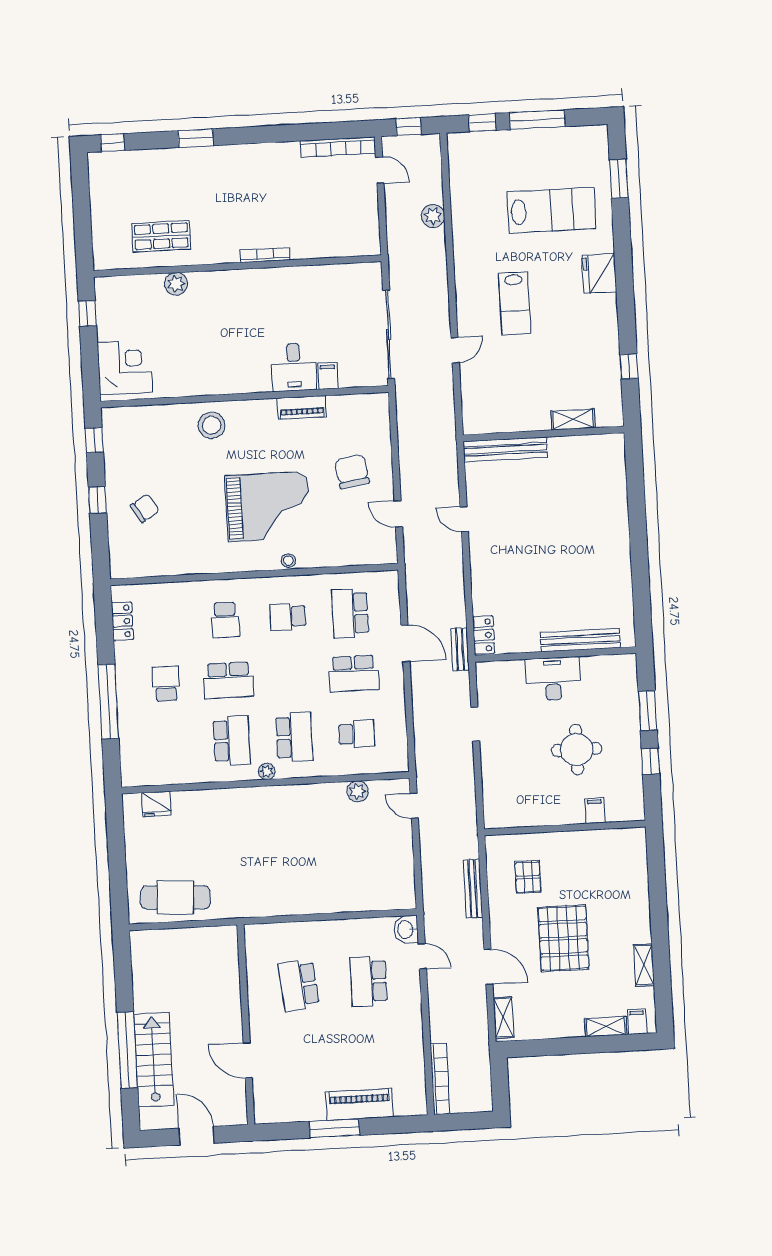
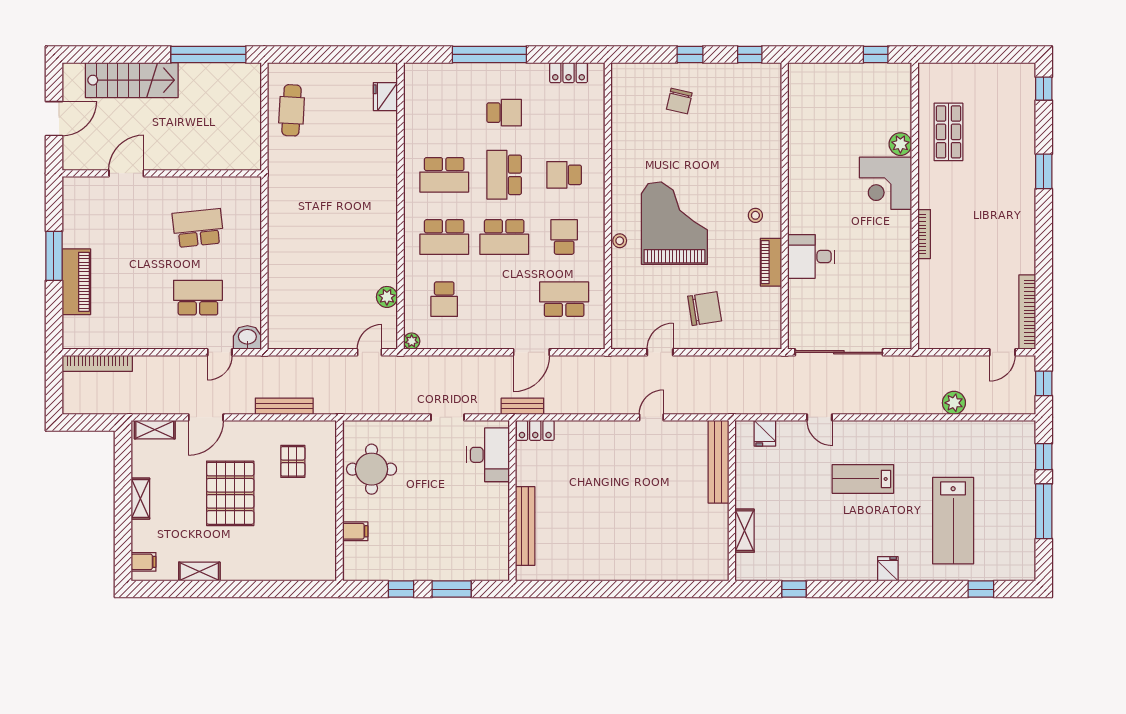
window: (619, 179) -> (981, 589), width x0.67
fridge: (599, 274) -> (888, 569), width x0.53, depth x0.75
corner desk: (125, 367) -> (886, 183), moved, turned 90
filing cabinet: (328, 376) -> (801, 290), removed
fridge: (474, 404) -> (765, 433), added
stool: (212, 425) -> (755, 215), moved, width x0.53, depth x0.53
grand piano: (268, 507) -> (674, 223), turned 180
chair: (145, 508) -> (679, 101), turned 44
school desk: (353, 673) -> (504, 237), moved, turned -90
desk: (553, 679) -> (488, 455), moved
round table: (577, 750) -> (372, 469), moved
plant: (267, 771) -> (412, 341), moved
pallet: (528, 877) -> (293, 461), turned 90
cafe table: (175, 897) -> (292, 110), width x0.73, depth x0.74
pallet: (563, 938) -> (230, 493), turned 90
shelving: (606, 1026) -> (140, 499), moved
window: (127, 1050) -> (208, 54), moved

